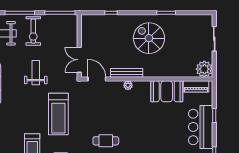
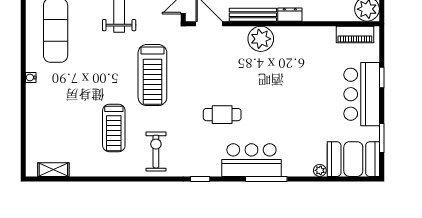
dresser: (152, 73) -> (290, 15), added
plant: (128, 85) -> (261, 39), width x1.87, depth x1.87
booth: (167, 91) -> (312, 42), removed

